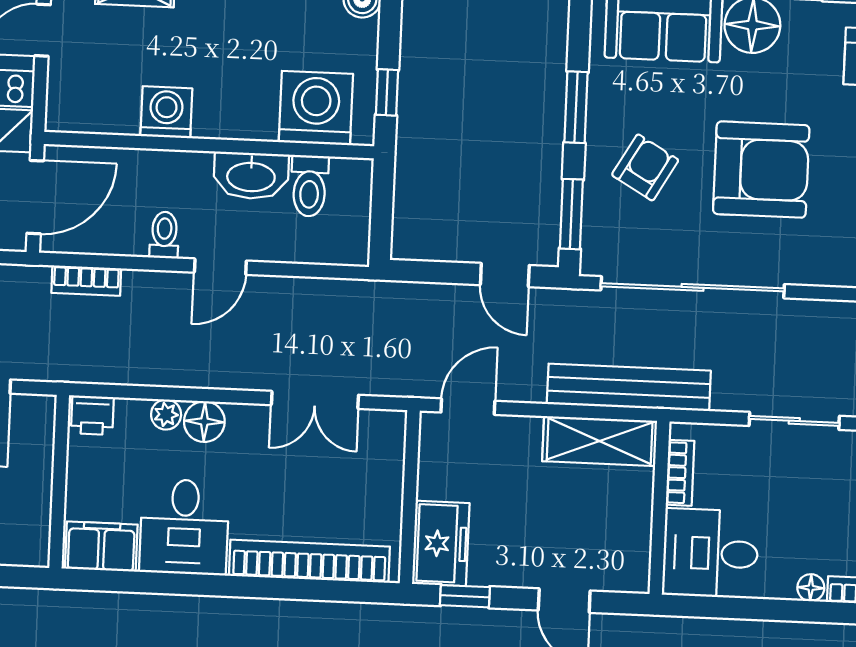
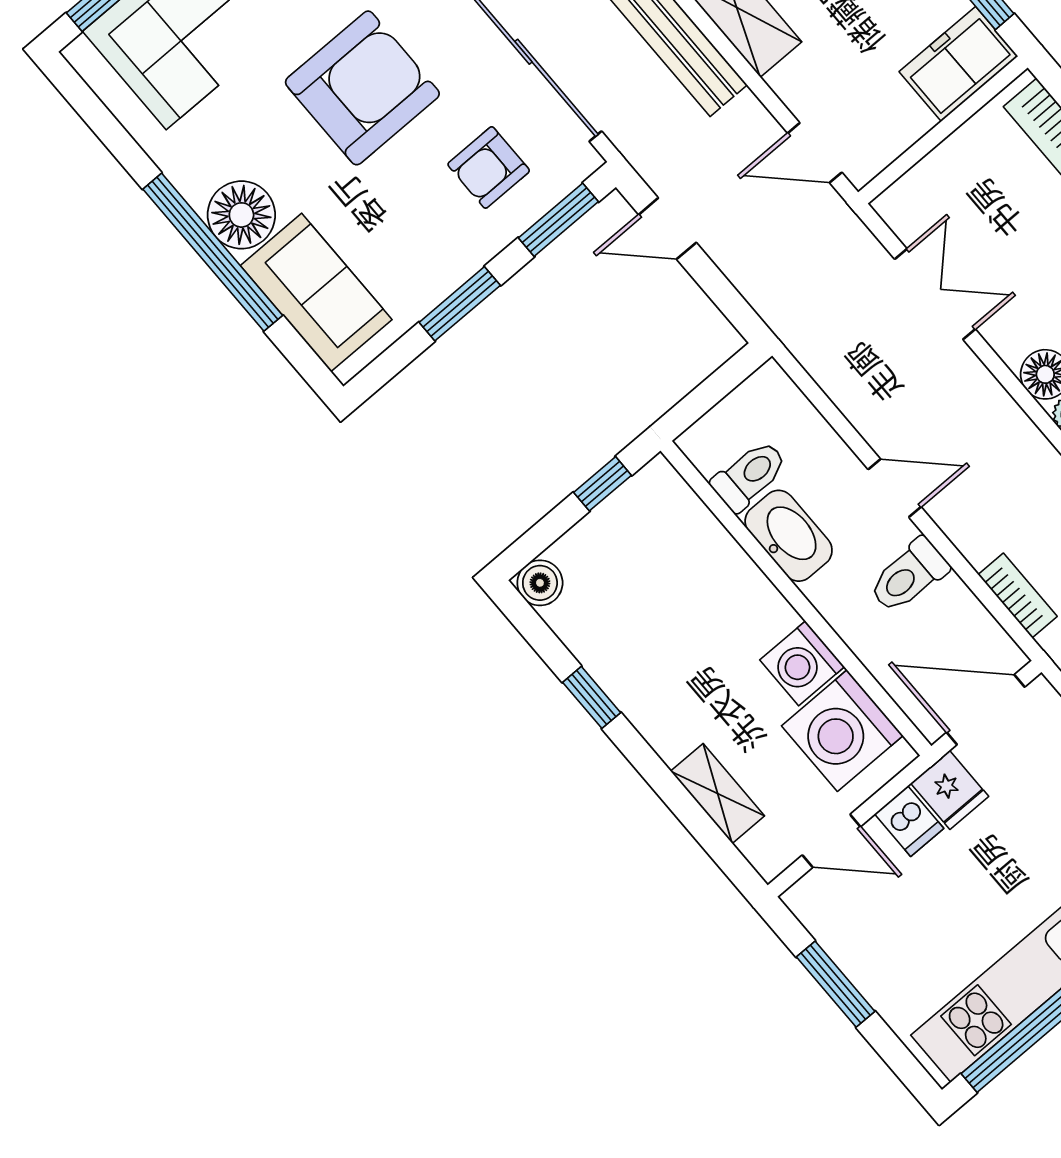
washing machine: (316, 108) -> (842, 731), moved
armchair: (645, 167) -> (489, 167), moved, turned -30
armchair: (761, 170) -> (362, 88), turned 90
toilet: (164, 235) -> (909, 576), width x1.37, depth x1.39
door: (505, 275) -> (667, 229), swing flipped

